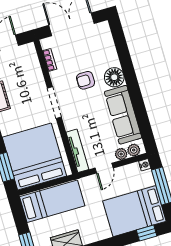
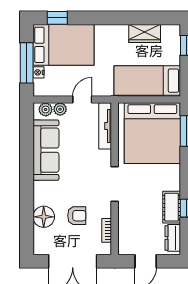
floor lamp: (114, 77) -> (44, 217), moved
armchair: (86, 80) -> (77, 216), moved
nightstand: (145, 165) -> (38, 72), moved

